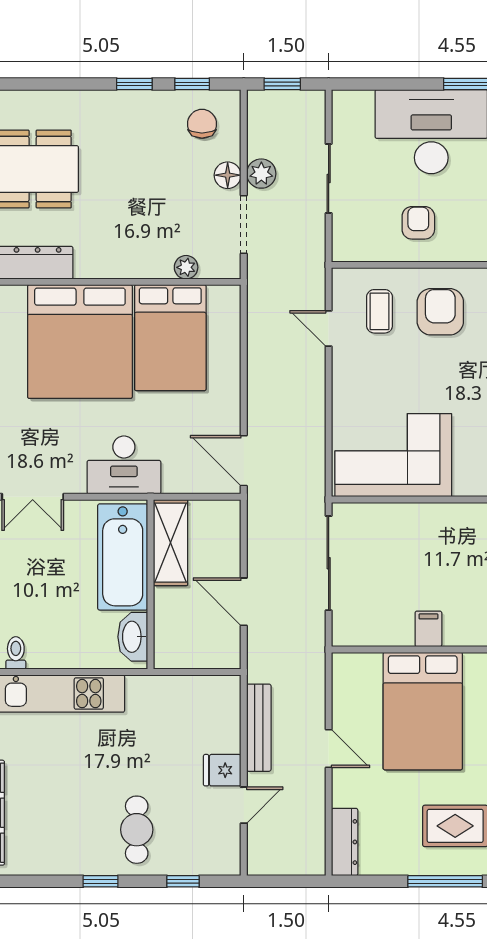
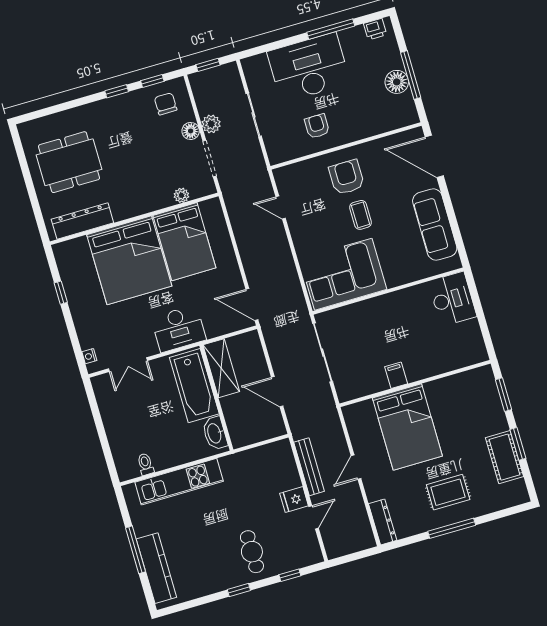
coffee table: (380, 311) -> (361, 215), moved
door: (329, 749) -> (356, 467), swing flipped

